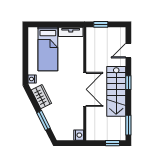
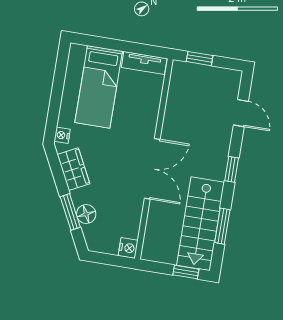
door: (128, 51) -> (241, 113), swing flipped
stairs: (116, 91) -> (200, 224), moved
floor lamp: (52, 120) -> (86, 214), added
window: (128, 125) -> (222, 226), moved

